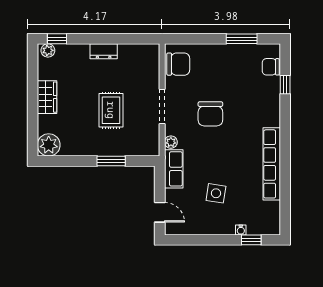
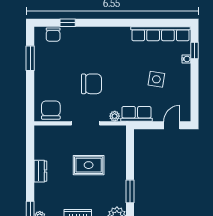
window: (111, 161) -> (130, 191), moved
row of seats: (272, 164) -> (160, 34), moved

